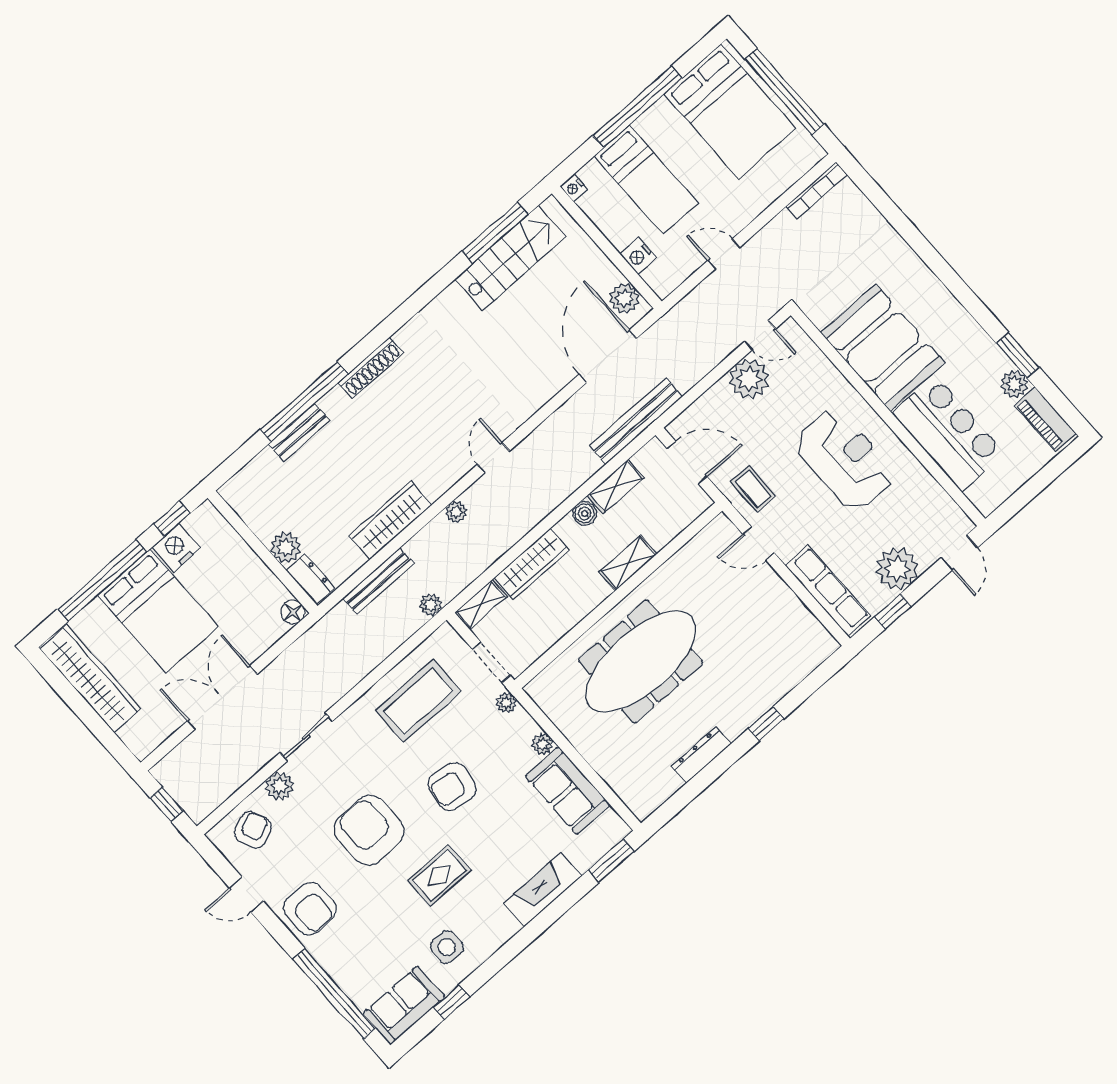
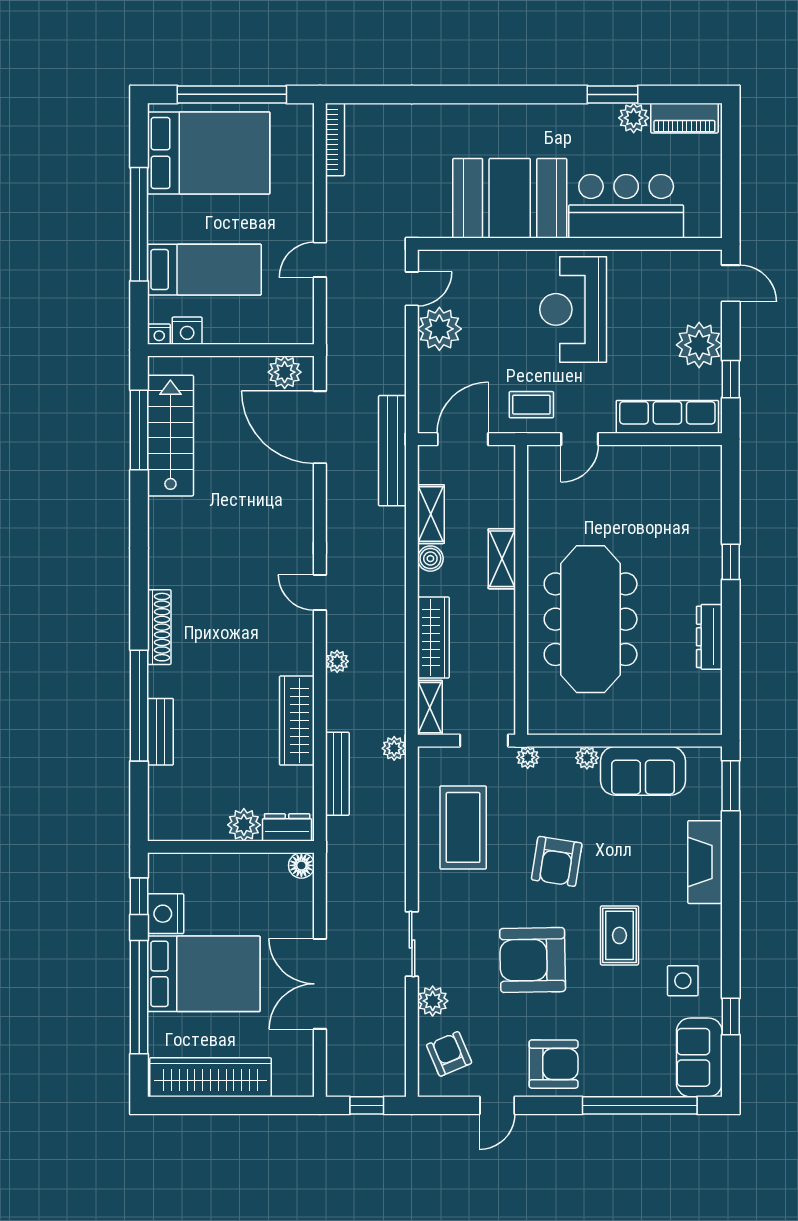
nightstand: (638, 256) -> (187, 331), moved
reception desk: (845, 460) -> (573, 309), turned -90

